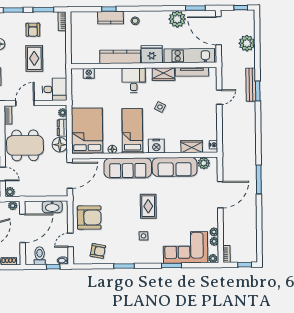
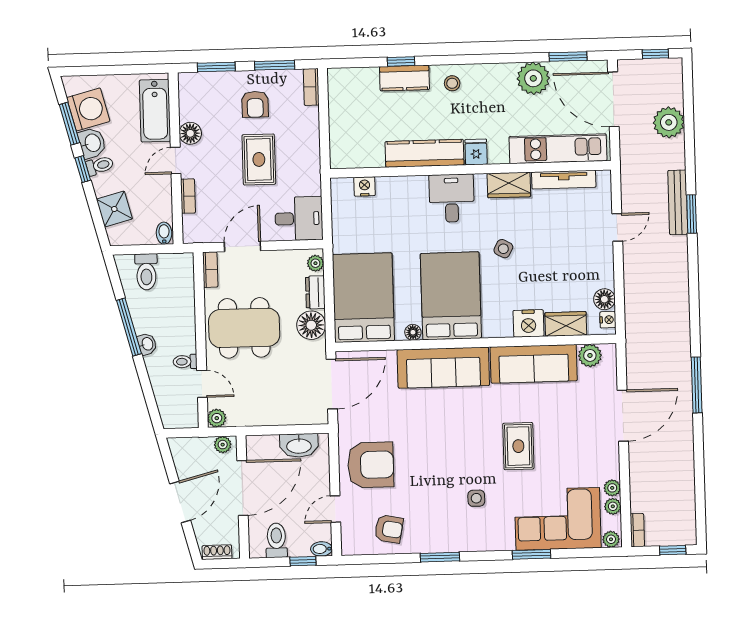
fridge: (152, 54) -> (476, 152), width x0.53, depth x0.75
bed: (132, 131) -> (451, 296), width x1.50
floor lamp: (212, 134) -> (604, 299), added
nightstand: (156, 146) -> (528, 323), moved
rug: (148, 206) -> (518, 446), moved

